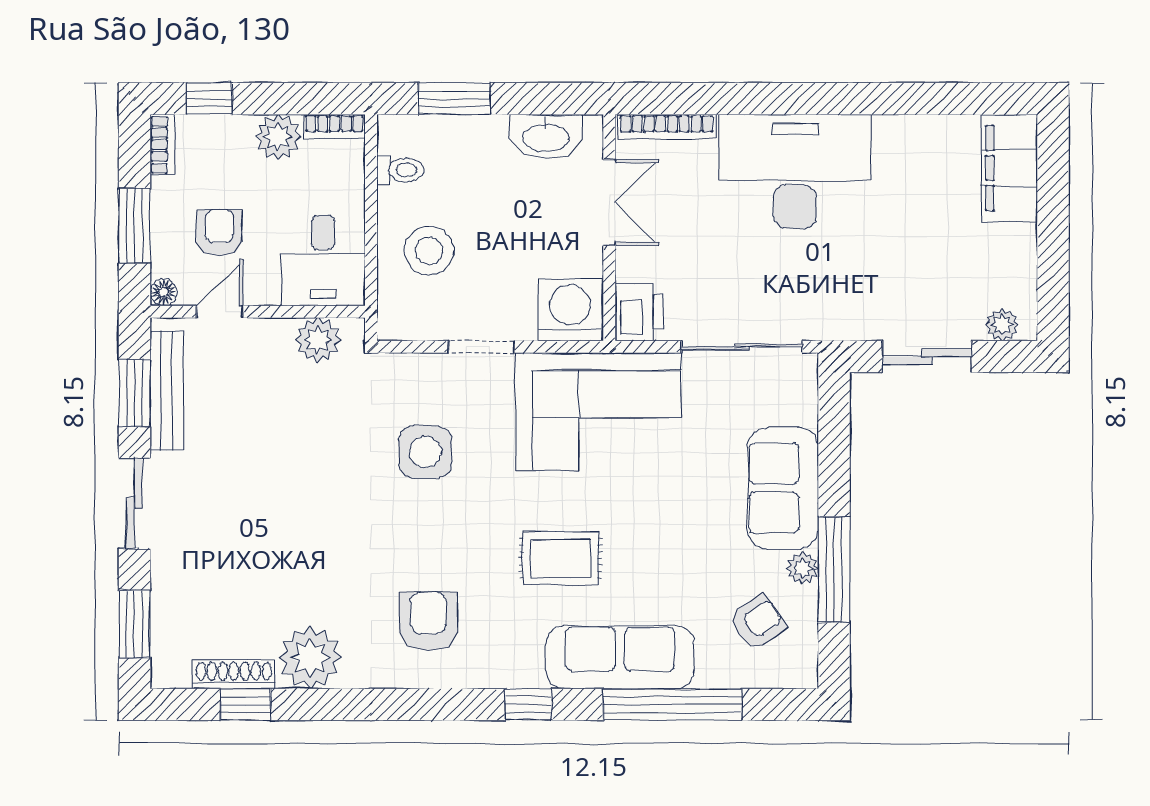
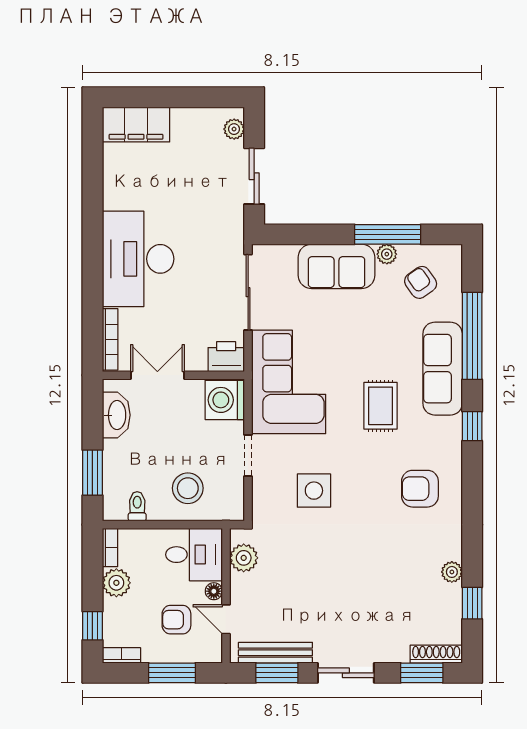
floor lamp: (164, 292) -> (214, 591), moved
plant: (310, 658) -> (452, 572), width x0.53, depth x0.53
shoe rack: (234, 675) -> (436, 654), moved, turned 90

